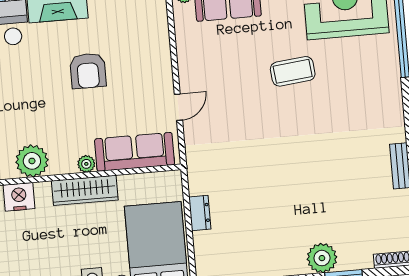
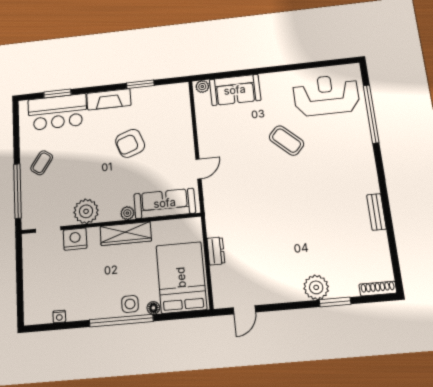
armchair: (88, 71) -> (130, 143), turned 70
coffee table: (293, 71) -> (287, 141), turned 49

